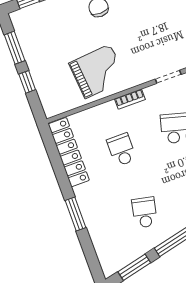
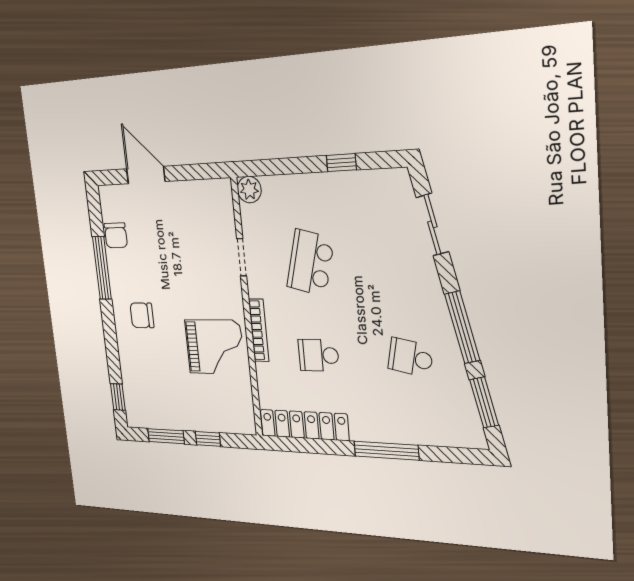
grand piano: (98, 71) -> (215, 347), turned 95
bookcase: (130, 99) -> (259, 330), width x1.56
window: (75, 214) -> (386, 451), width x1.44

